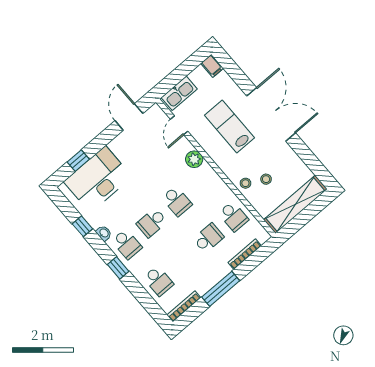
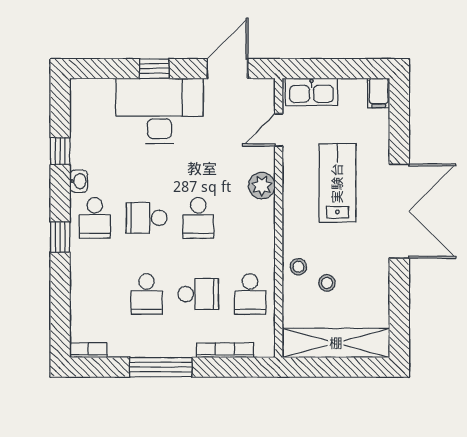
window: (78, 161) -> (154, 69), moved
desk: (98, 179) -> (160, 111), moved
school desk: (158, 281) -> (147, 294), moved
bookcase: (184, 306) -> (88, 350), width x0.64

